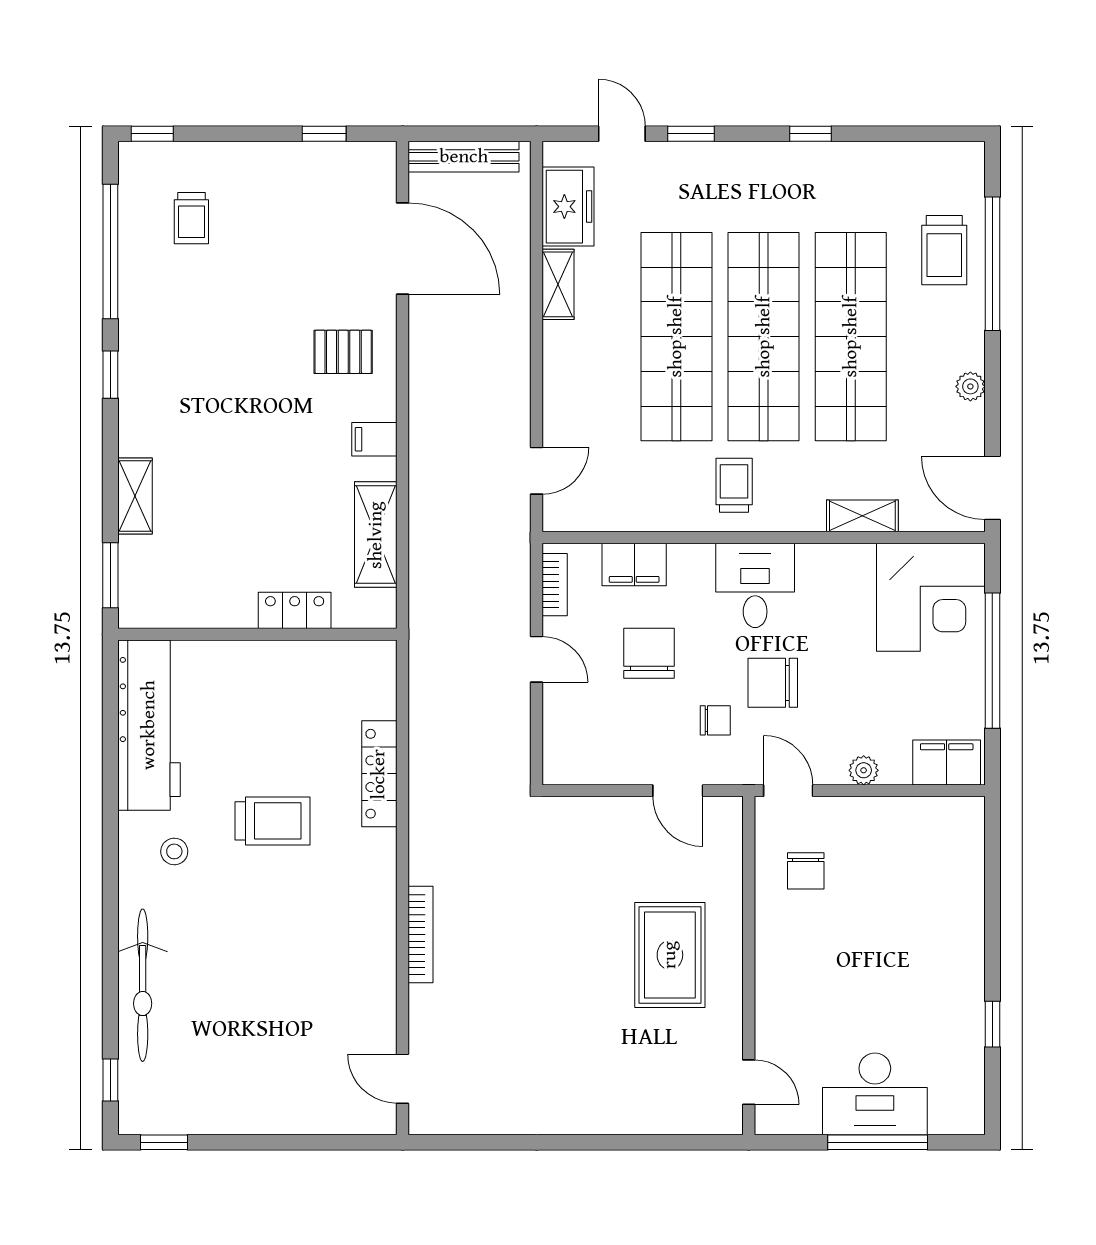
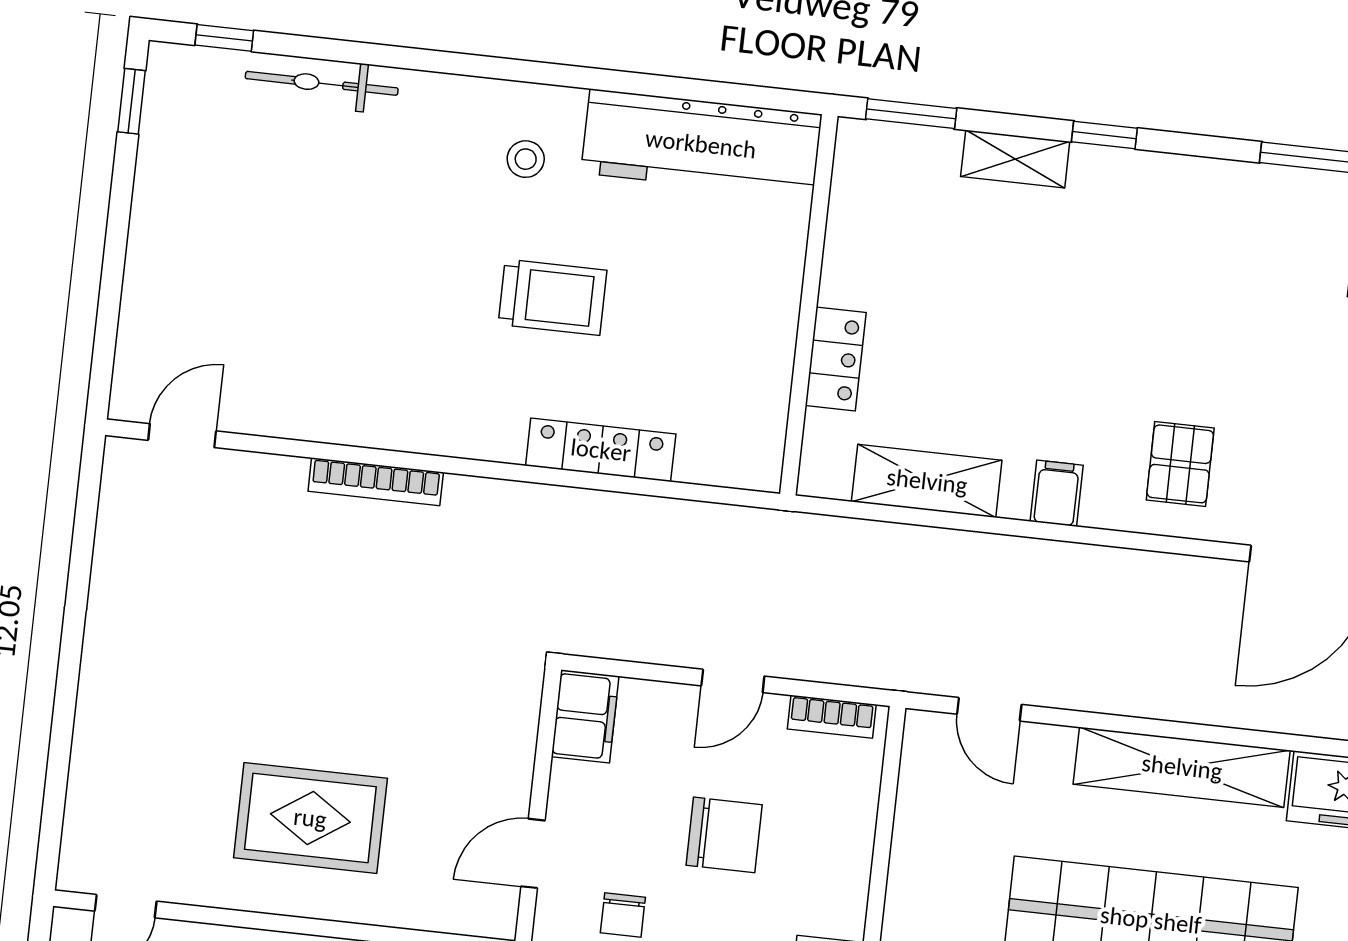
shelving: (558, 284) -> (1182, 767), width x2.20, depth x1.33
window: (110, 375) -> (1104, 135), moved
filing cabinet: (634, 564) -> (585, 716), moved, turned 180
trolley: (272, 821) -> (553, 297), turned -90
bicycle: (143, 985) -> (322, 83), width x0.73, depth x0.71

